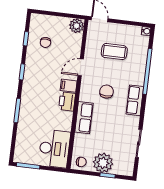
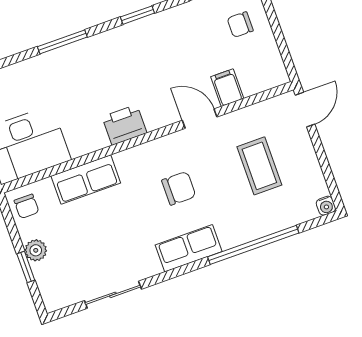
plant: (77, 26) -> (272, 73), removed
chair: (45, 42) -> (240, 25), moved
filing cabinet: (69, 86) -> (227, 88), moved
row of seats: (84, 118) -> (86, 179), moved
plant: (103, 163) -> (36, 250), width x0.53, depth x0.53

